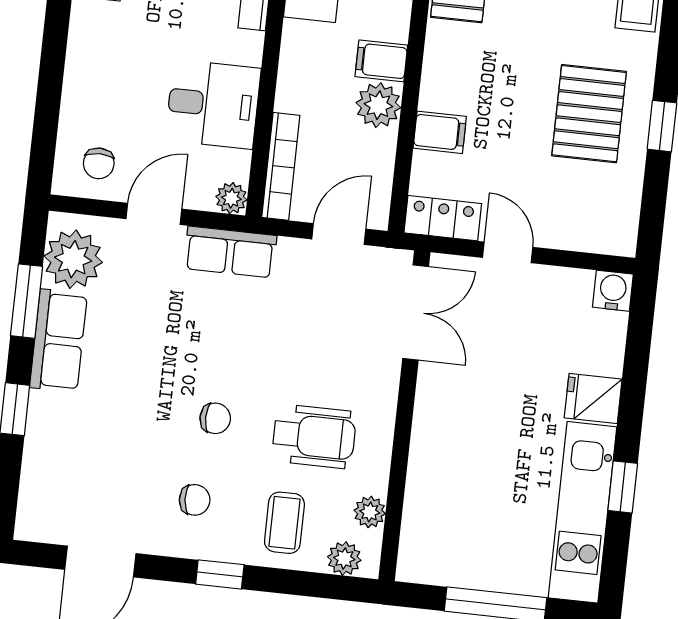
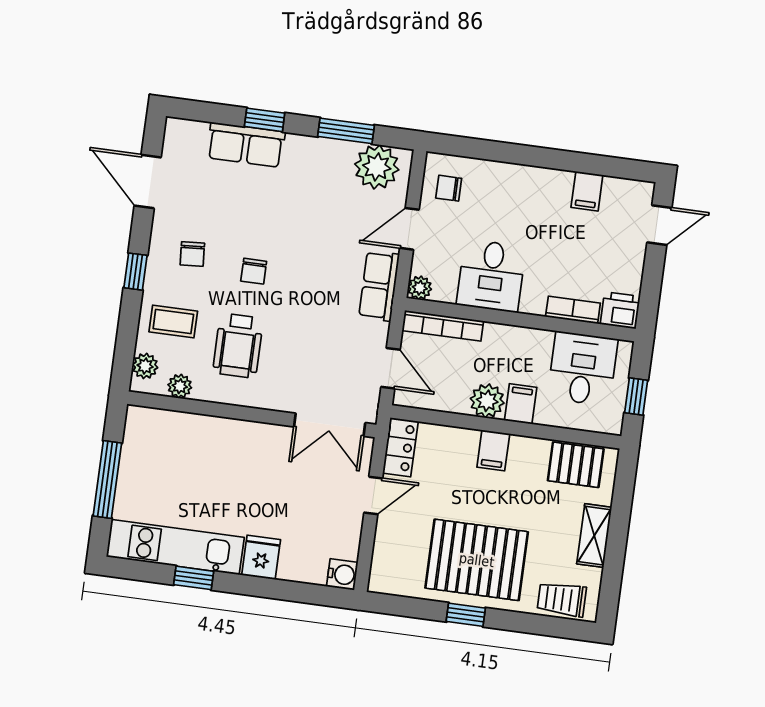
pallet: (589, 114) -> (477, 560), width x1.37, depth x1.41
filing cabinet: (440, 132) -> (493, 450), moved
door: (154, 214) -> (409, 229), swing flipped
row of seats: (59, 341) -> (246, 145), moved

